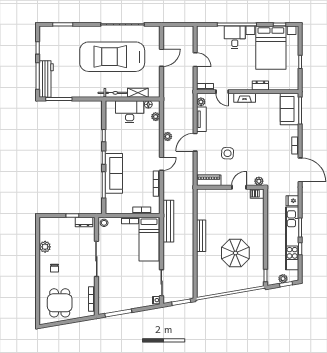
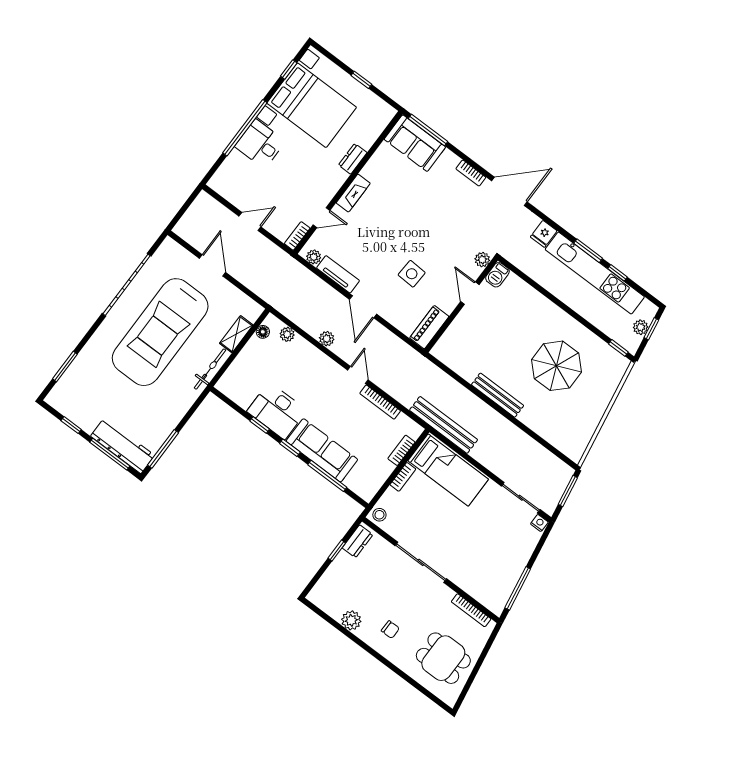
desk: (130, 112) -> (277, 411), moved, turned -90

